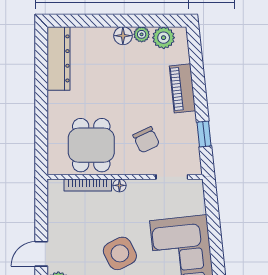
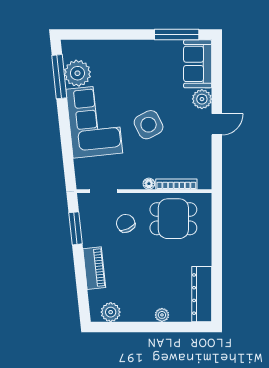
plant: (142, 34) -> (162, 315), moved
floor lamp: (123, 36) -> (146, 314), removed
window: (204, 134) -> (75, 228), width x1.50
dining table: (91, 145) -> (173, 219), turned 90

